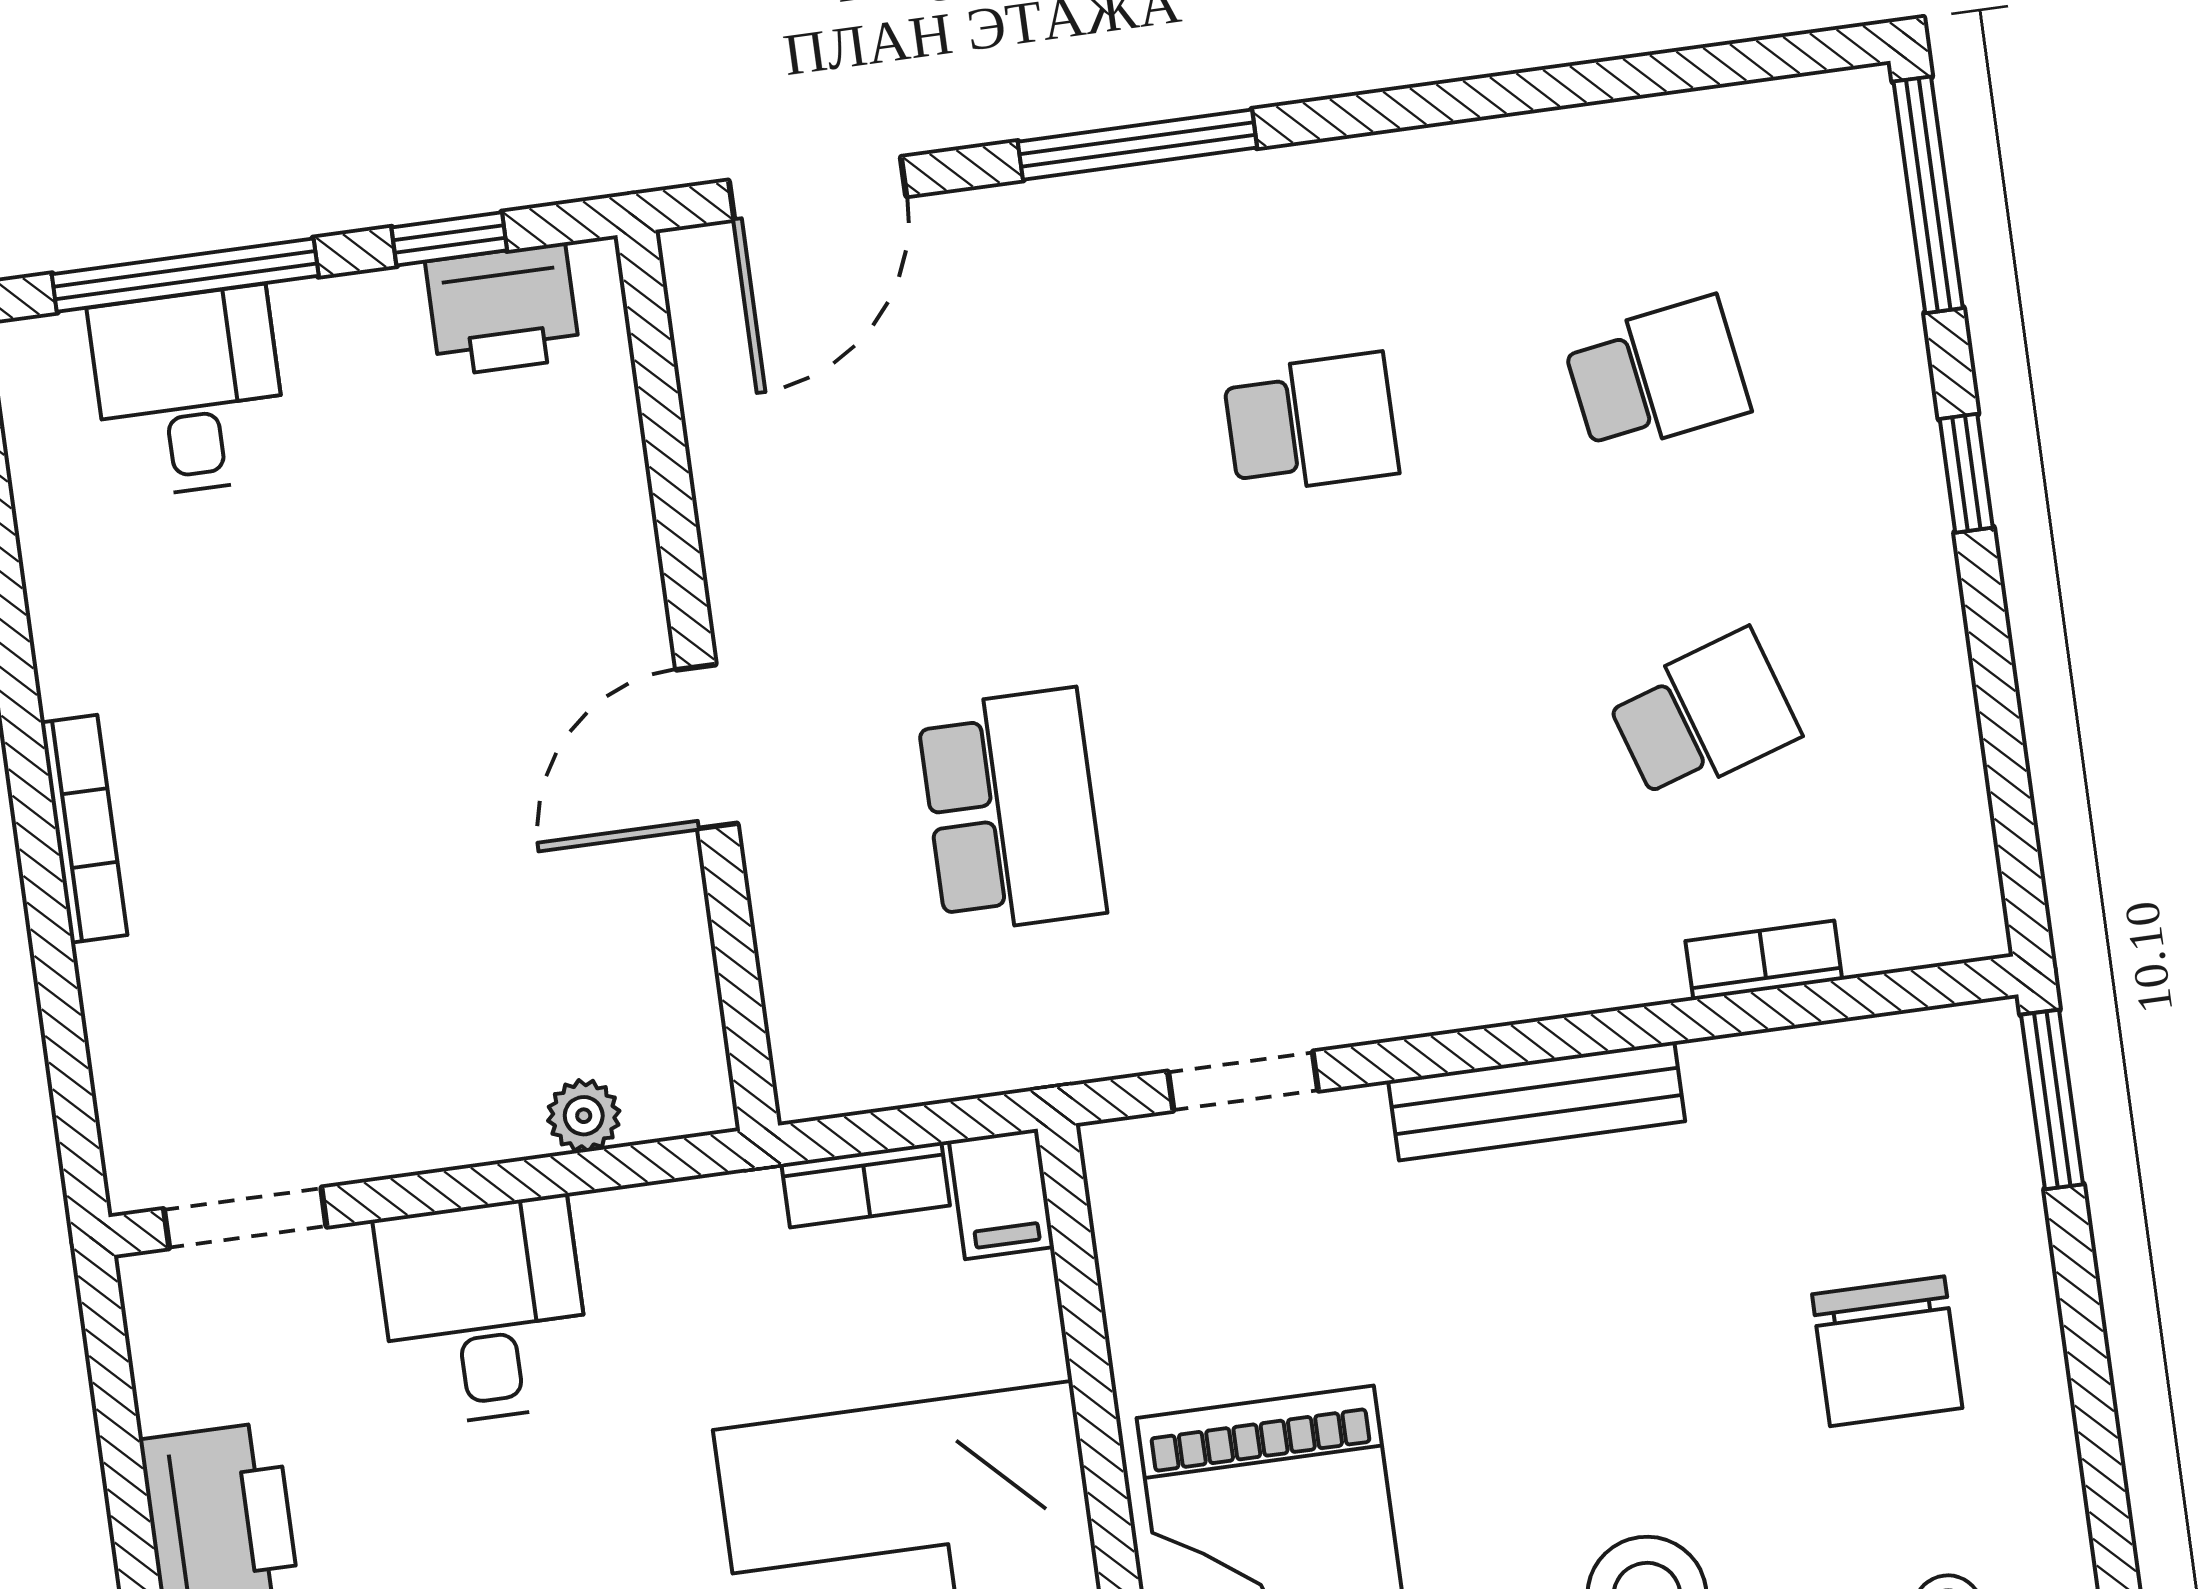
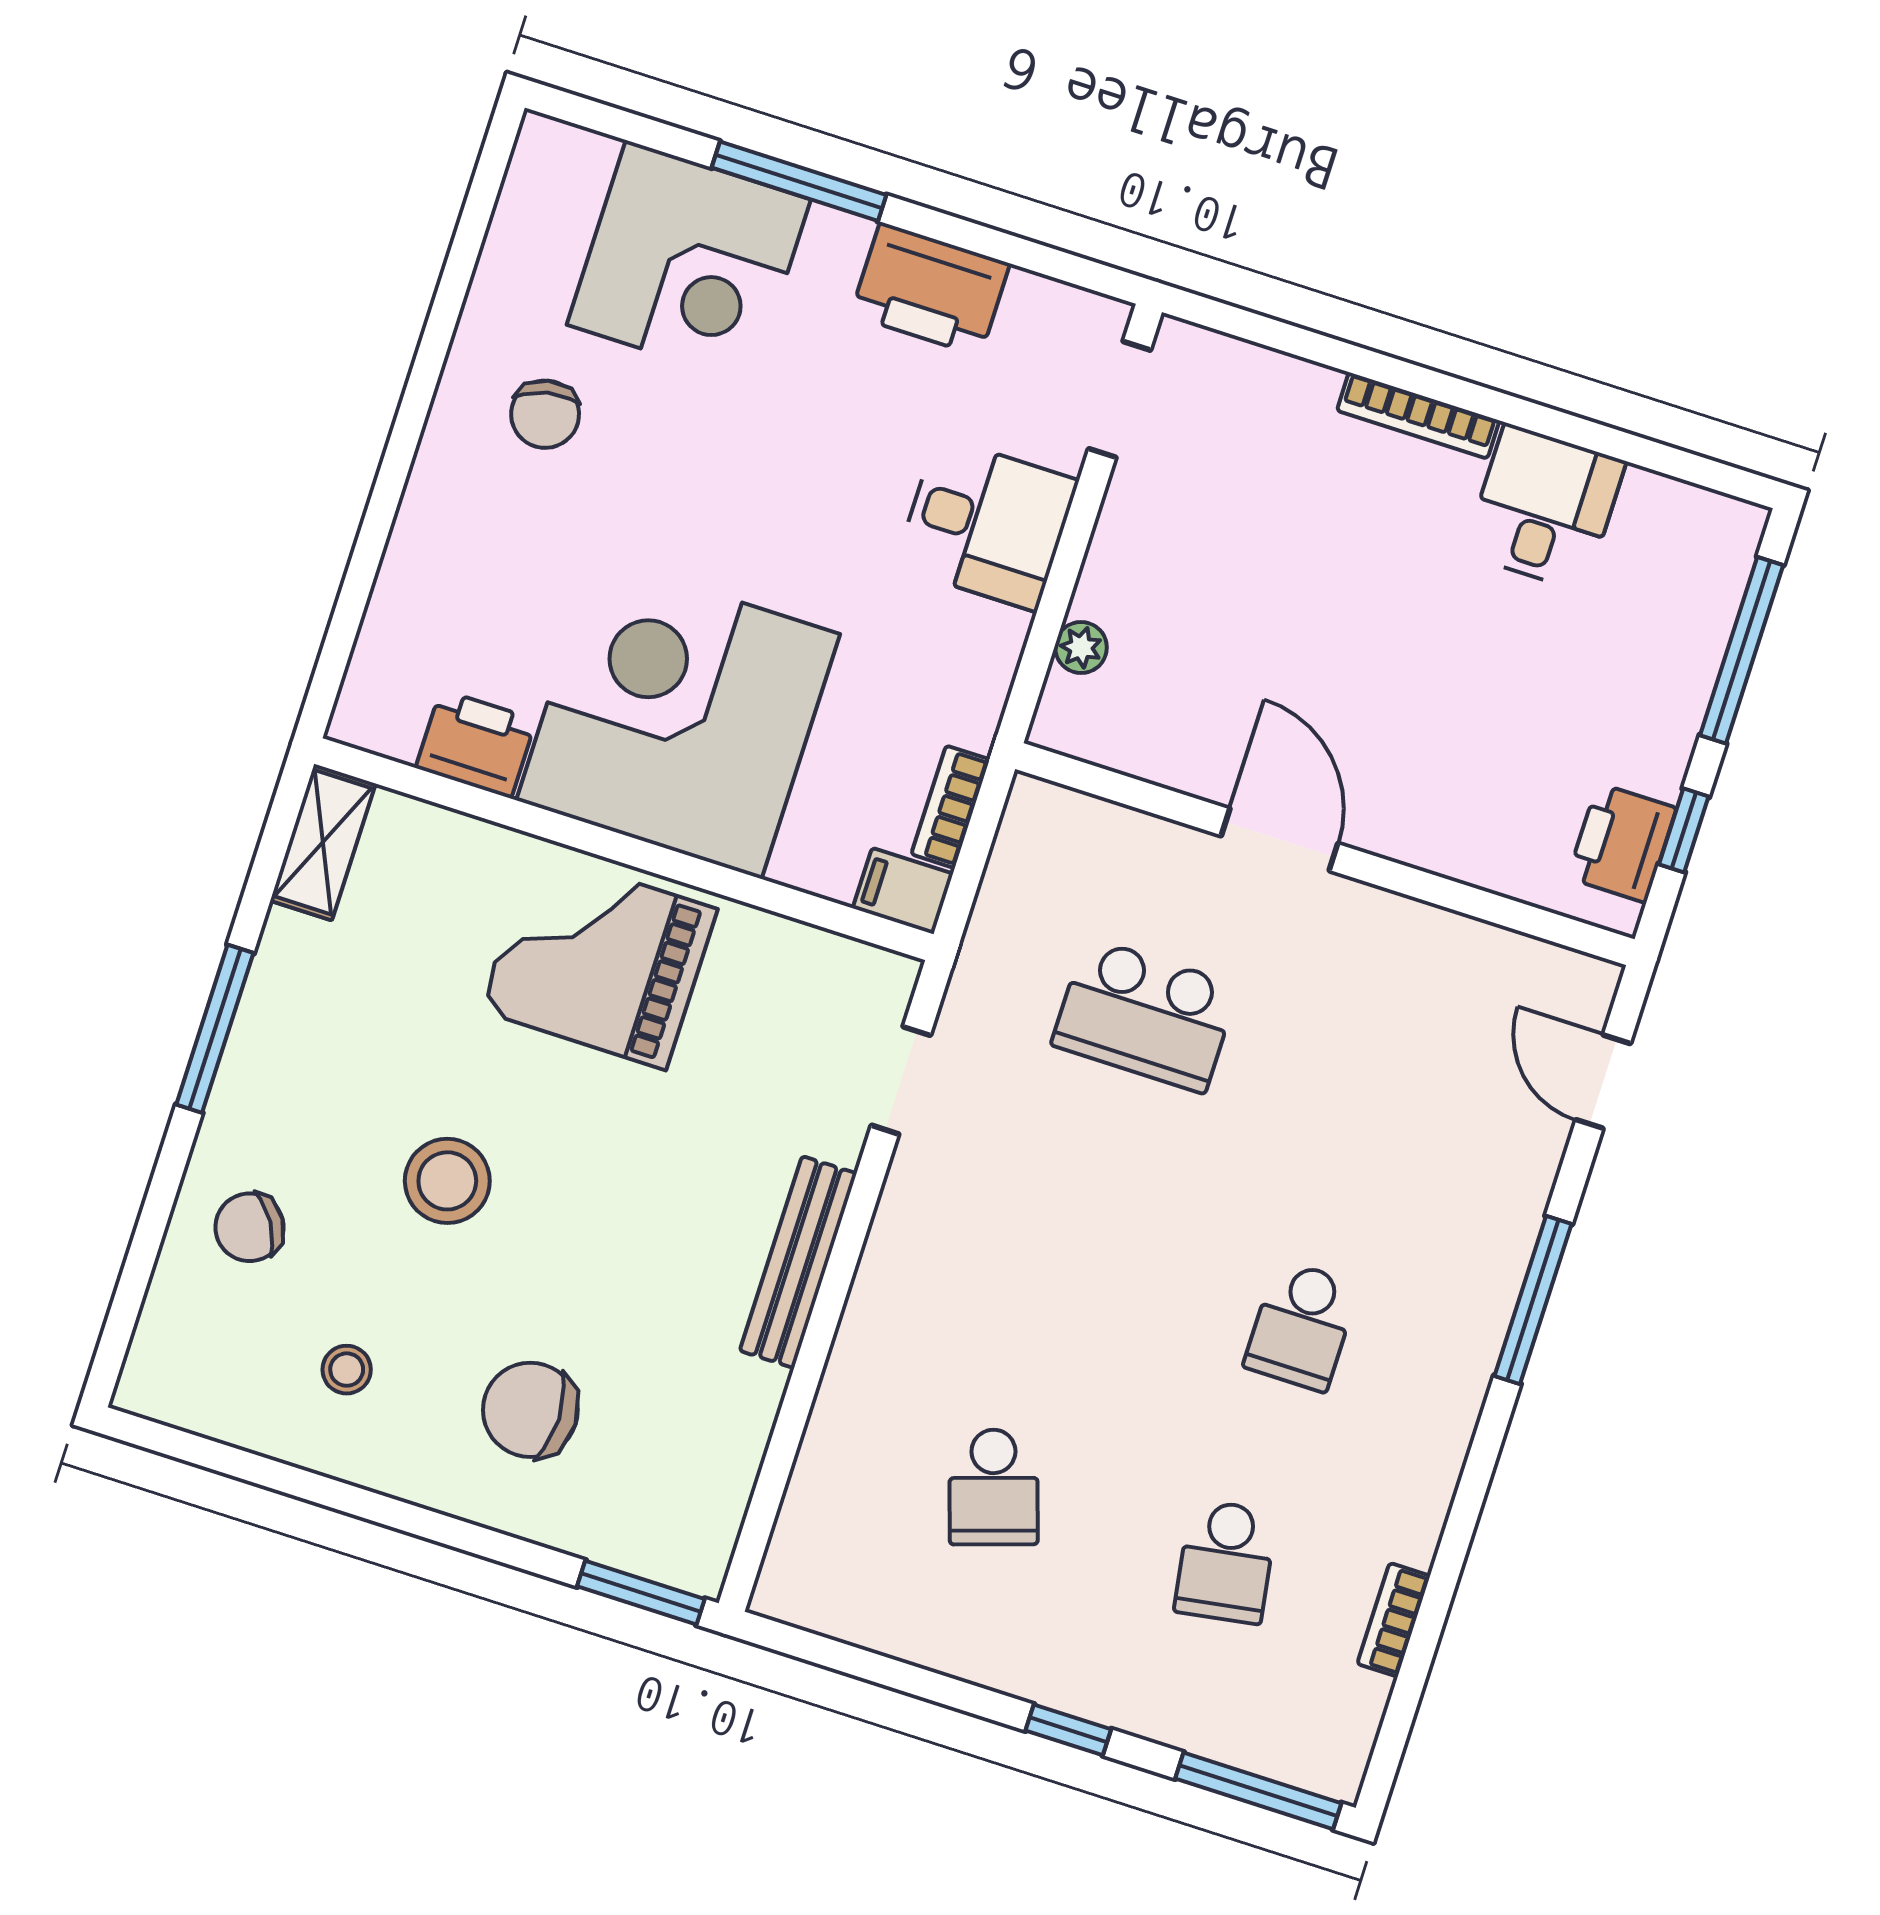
door: (817, 188) -> (1603, 1082), width x0.73
desk: (189, 392) -> (1545, 508), moved, turned -90
bookcase: (1764, 960) -> (1394, 1620), moved, turned 180

